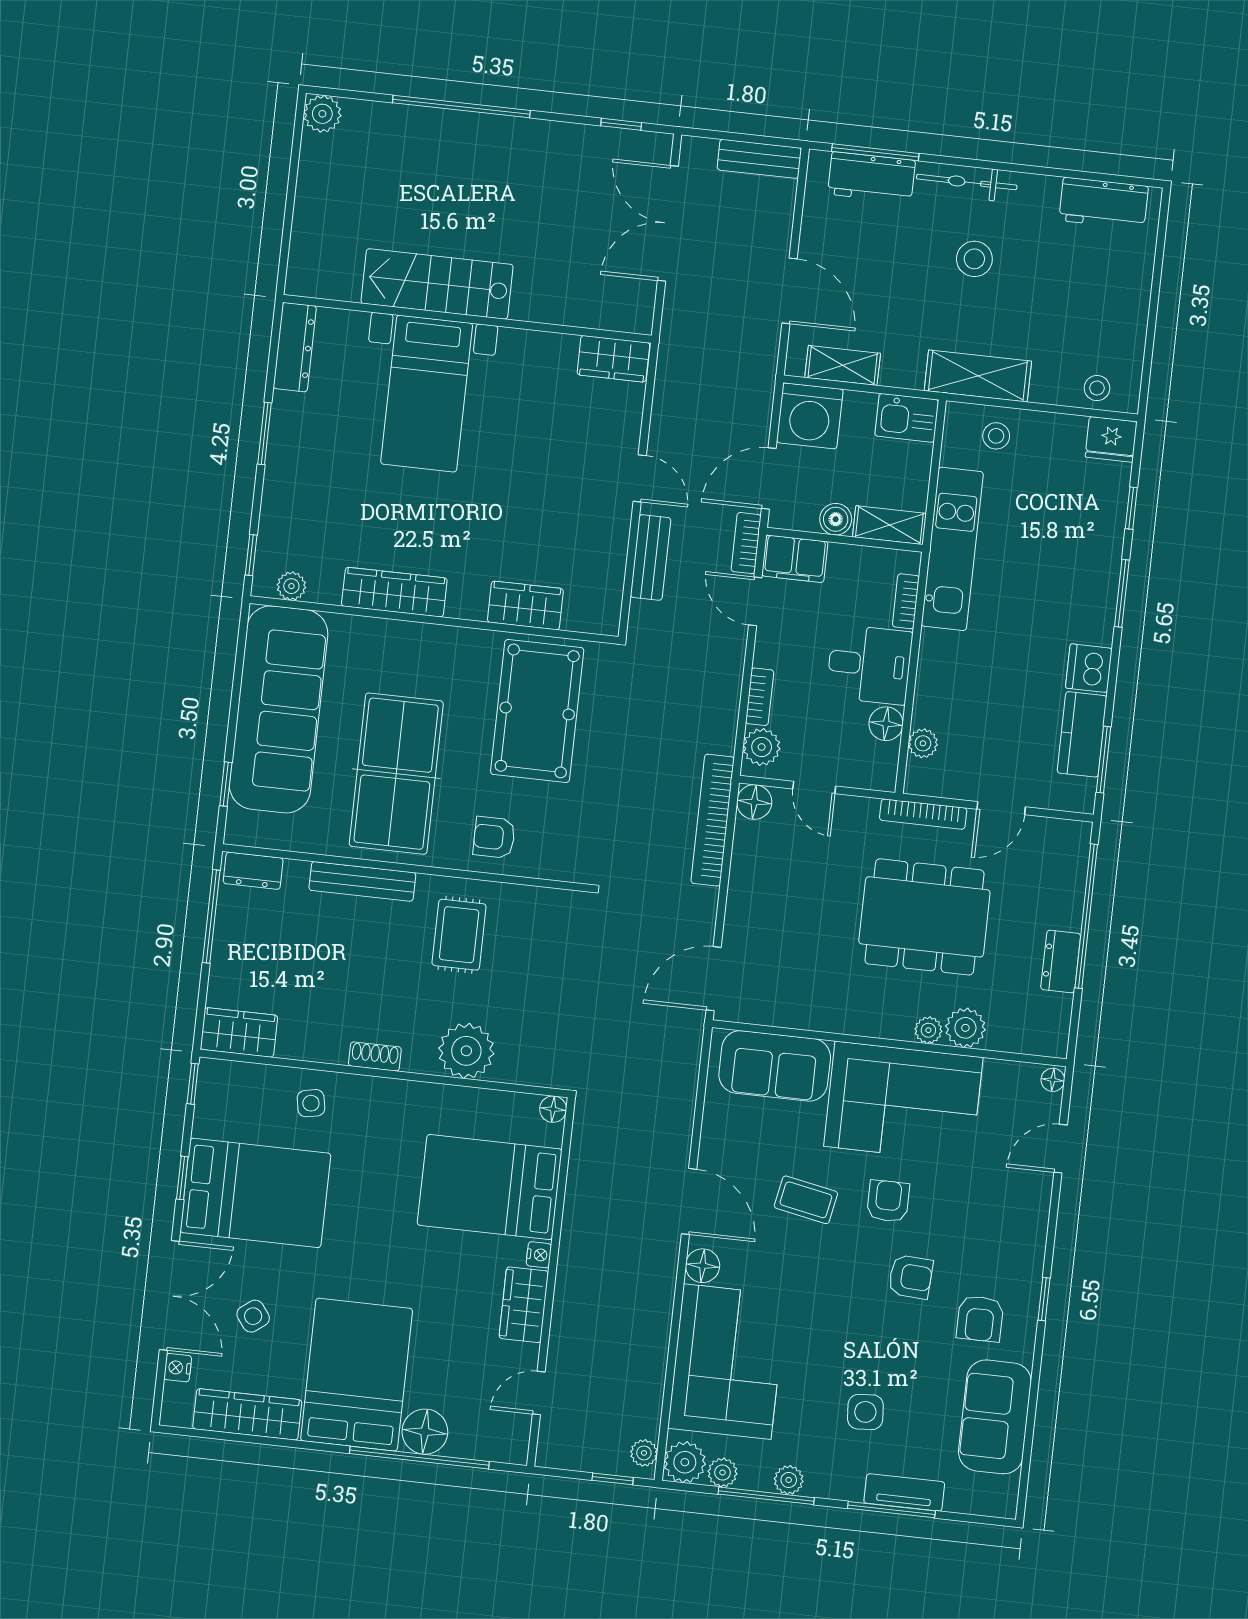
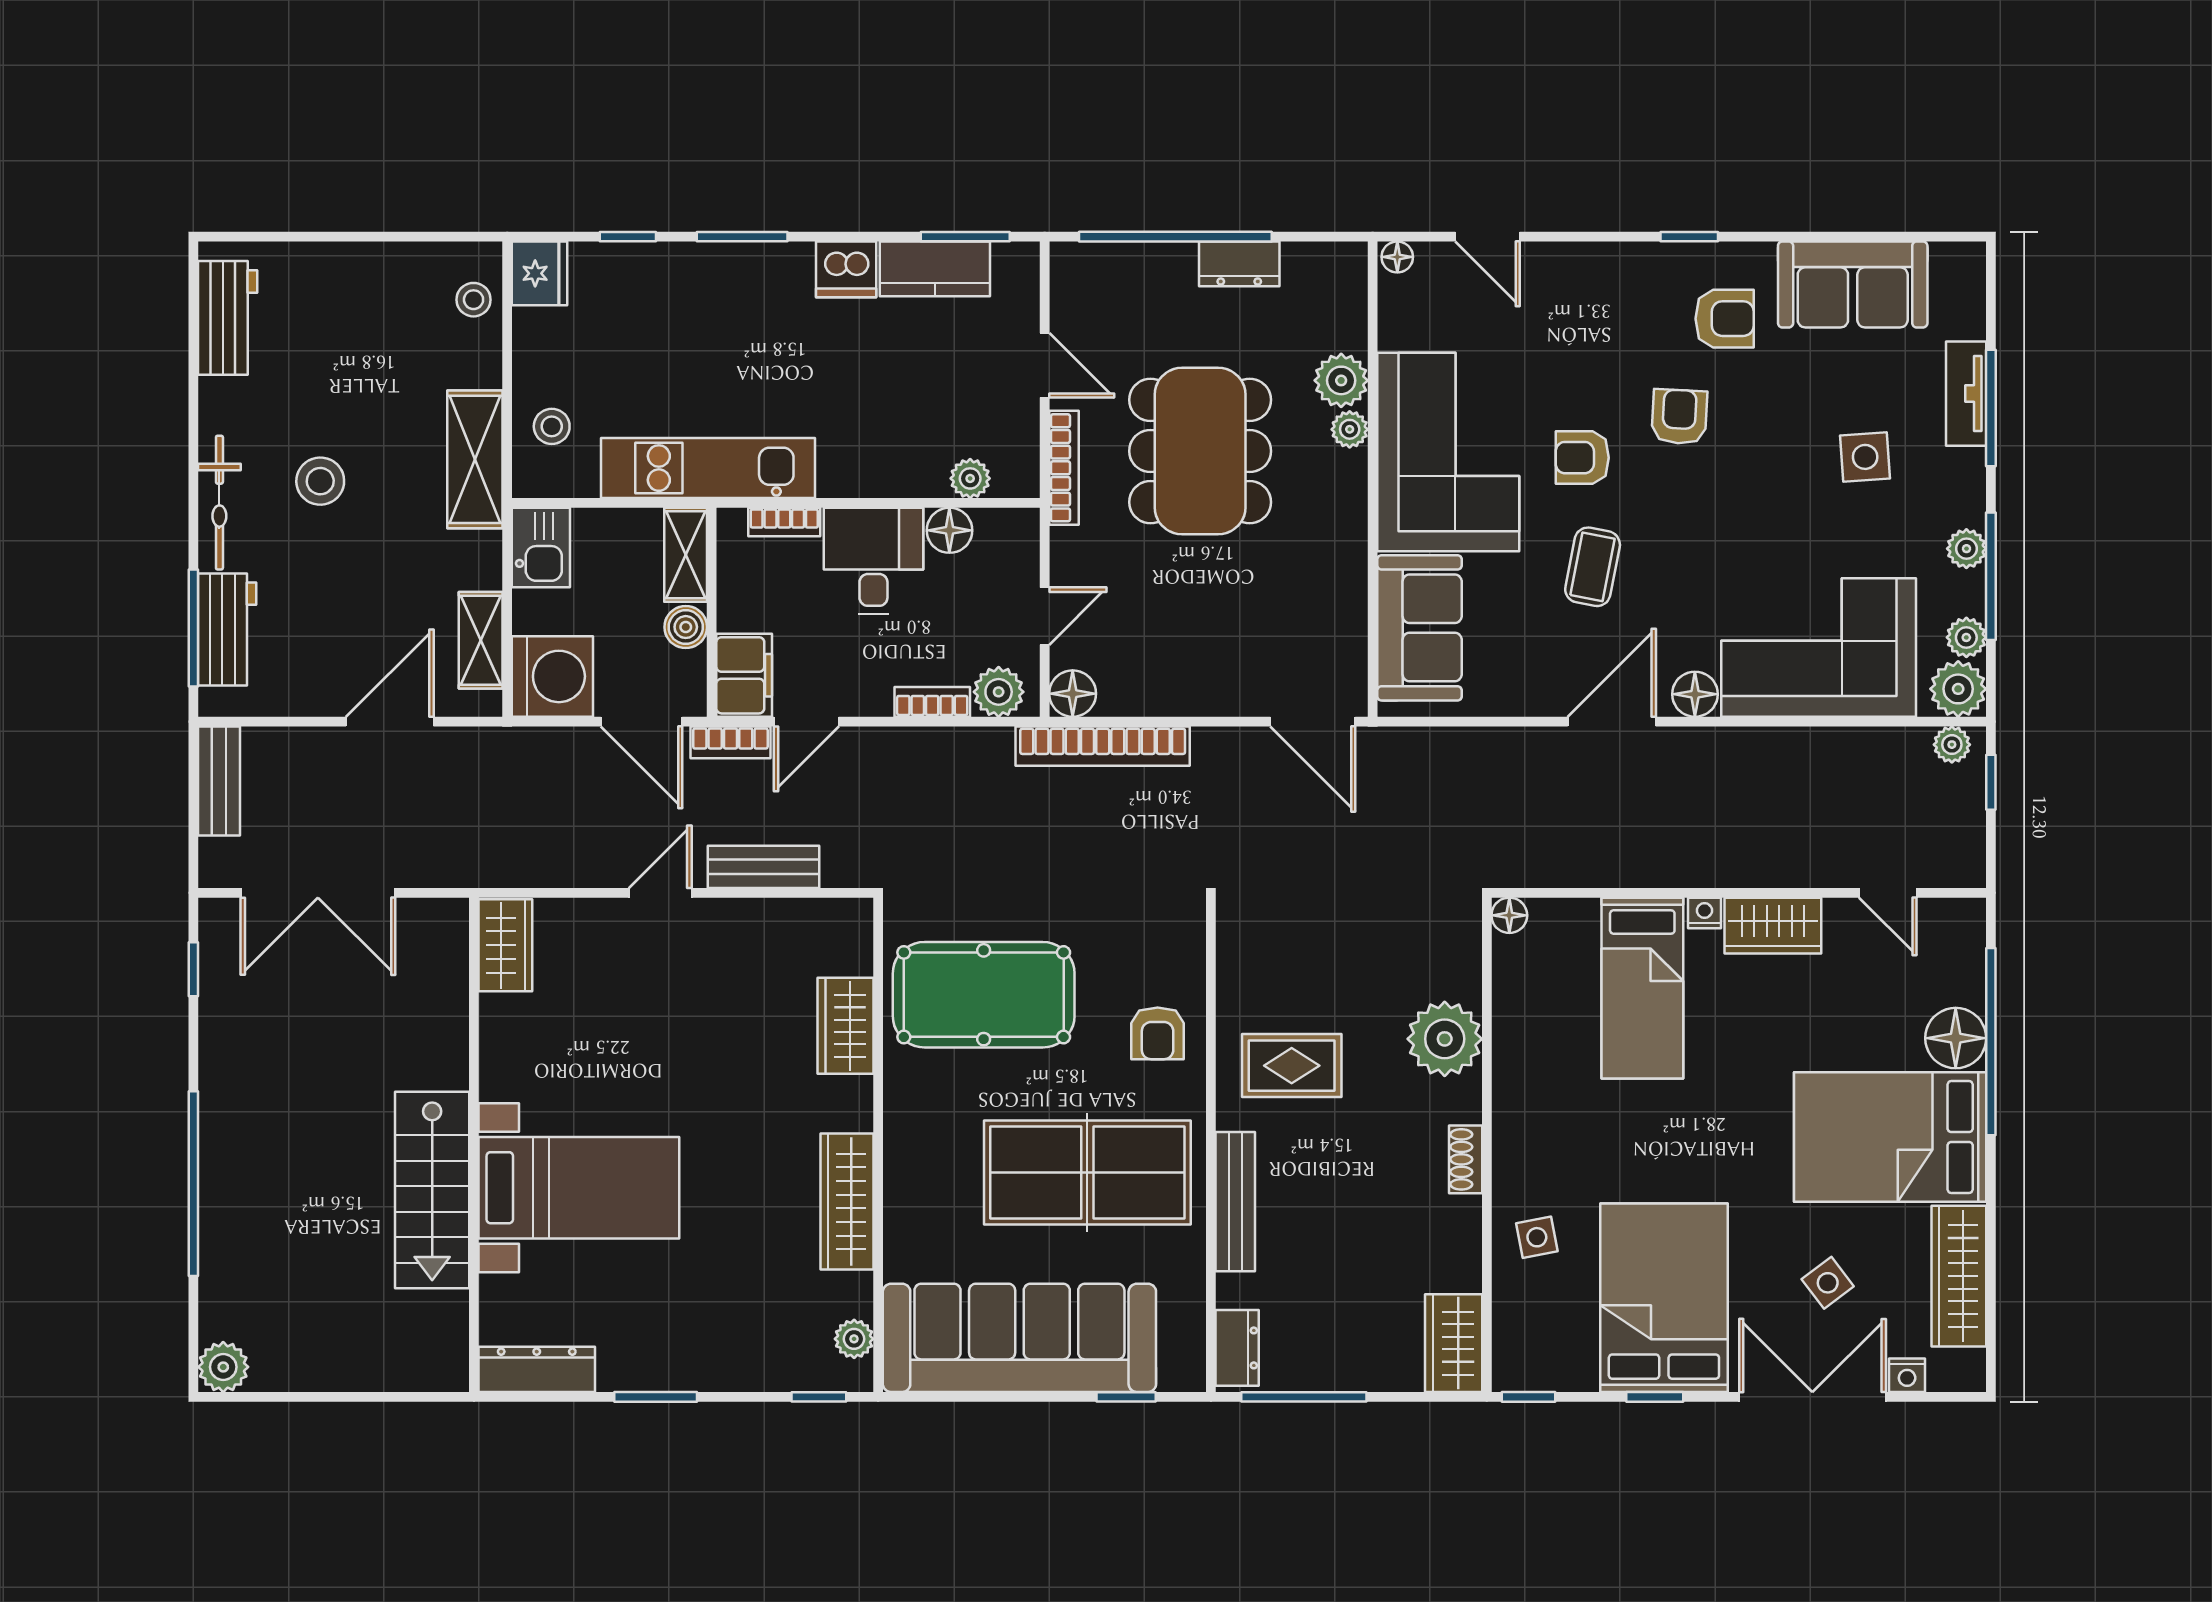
bed: (490, 1187) -> (1642, 988), width x0.67

